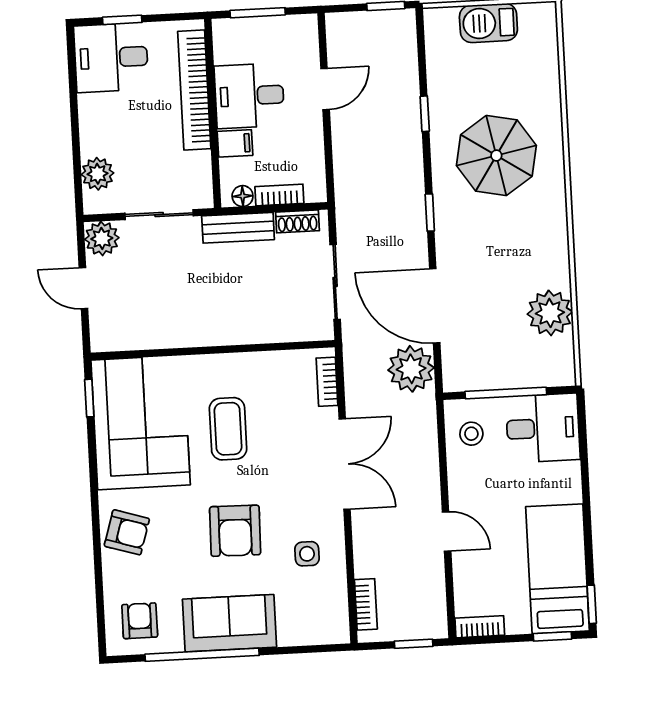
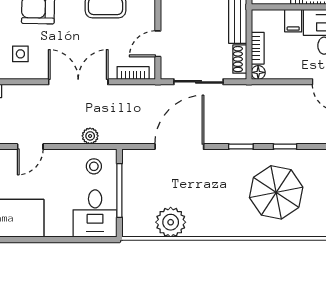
window: (425, 114) -> (285, 147), moved
floor lamp: (243, 196) -> (258, 72), moved
door: (281, 346) -> (158, 44), added
plant: (411, 369) -> (90, 136), moved, width x0.53, depth x0.53
double door: (345, 464) -> (78, 82), swing flipped

